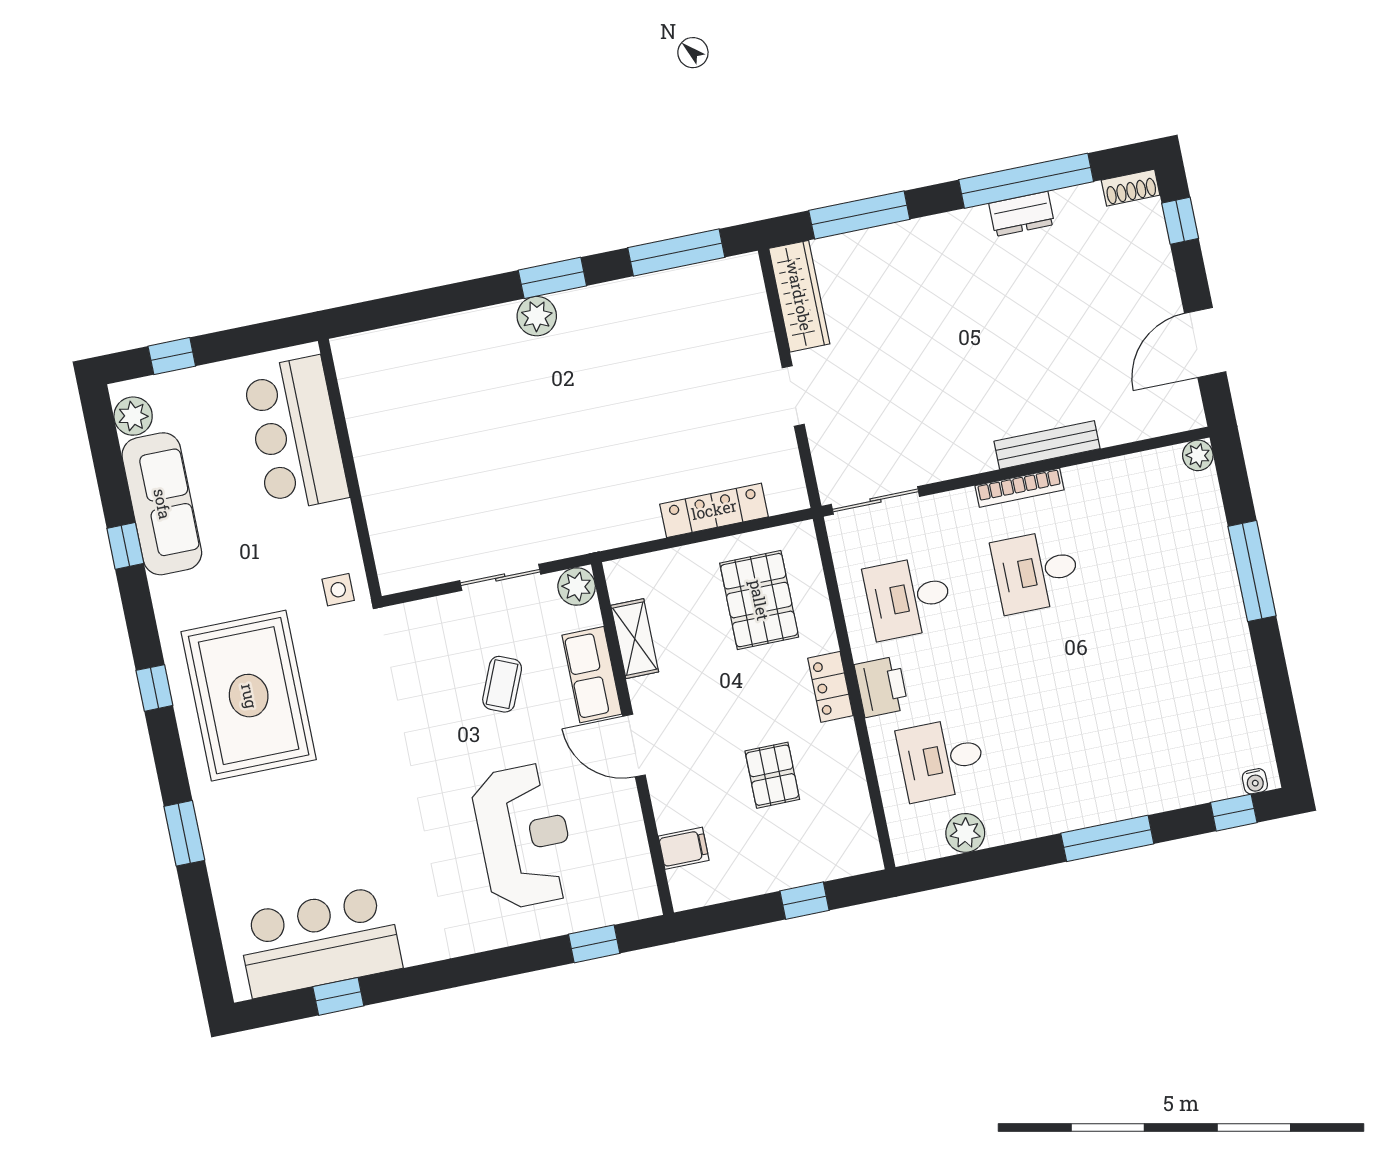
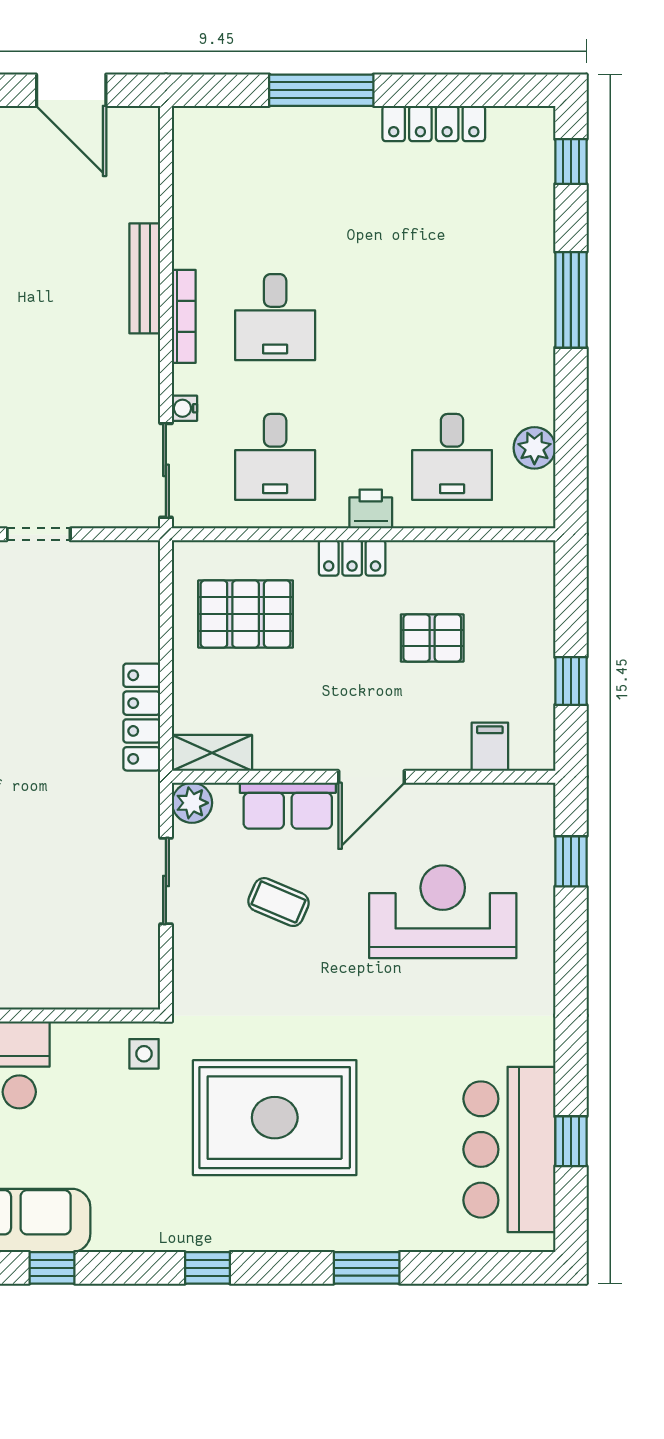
plant: (1198, 455) -> (188, 122), removed
locker: (714, 510) -> (142, 717), moved
shelving: (635, 639) -> (212, 753), moved
locker: (1243, 680) -> (434, 124), added
printer: (881, 687) -> (371, 509), width x0.73, depth x0.81
rug: (249, 696) -> (275, 1118), moved
water cooler: (1255, 781) -> (184, 408), moved, turned 180
window: (804, 901) -> (571, 681), moved

